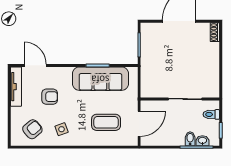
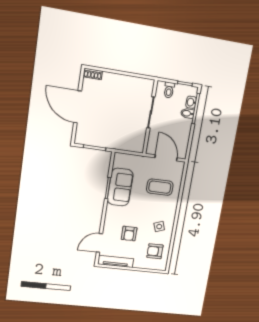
sofa: (100, 79) -> (120, 187), width x0.73
armchair: (50, 97) -> (129, 234), turned 180
coffee table: (106, 122) -> (160, 187), turned 90
armchair: (32, 129) -> (155, 251), turned -50

